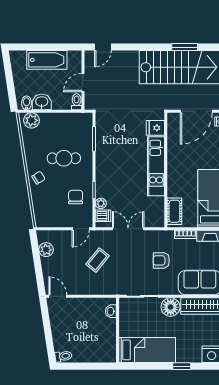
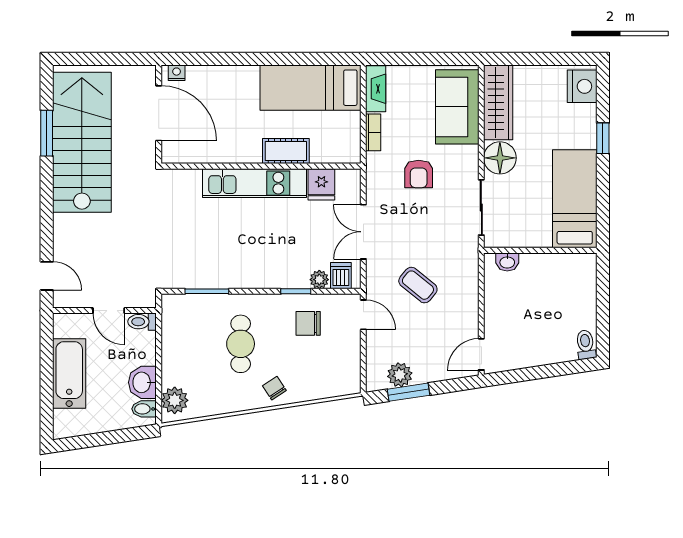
fridge: (155, 128) -> (321, 184), moved
cot: (174, 211) -> (286, 151), moved
window: (36, 255) -> (409, 392), added

